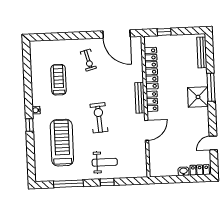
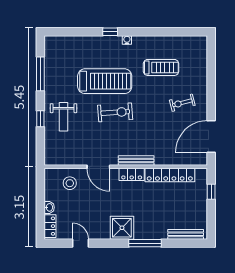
shower: (198, 97) -> (122, 228), moved
treadmill: (62, 143) -> (105, 81), moved
stool: (162, 154) -> (70, 183), added

